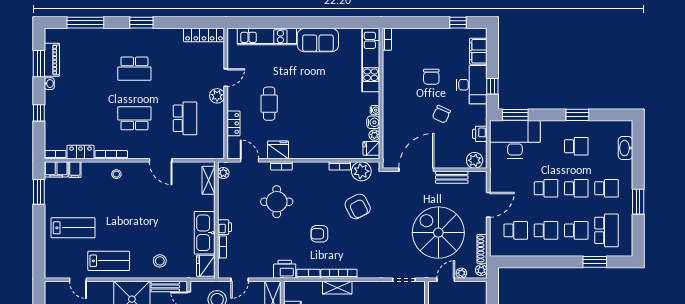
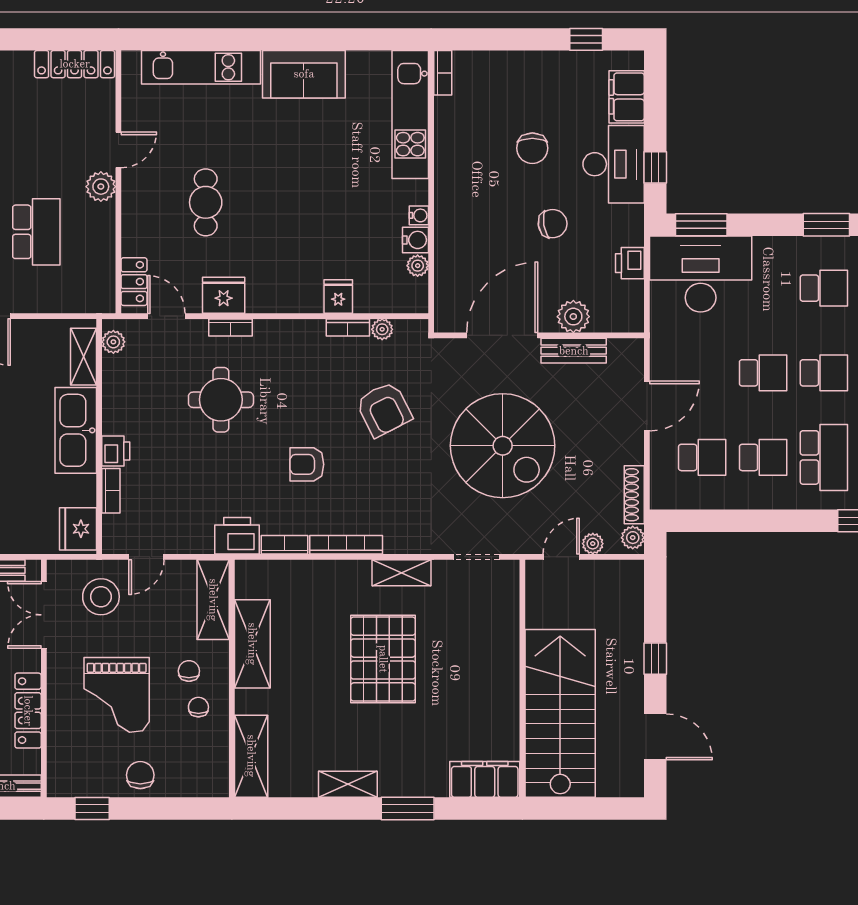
chair: (441, 114) -> (553, 224), turned -123
locker: (234, 123) -> (134, 282), moved
fridge: (371, 148) -> (338, 297), moved, turned 90
plant: (475, 160) -> (573, 317), moved
plant: (361, 171) -> (382, 329), width x0.53, depth x0.53
school desk: (576, 230) -> (824, 457), width x1.85
kitchen sink: (205, 233) -> (76, 430), moved
spiral stairs: (438, 233) -> (503, 446), moved, turned 180
shelving: (337, 288) -> (401, 573), moved

